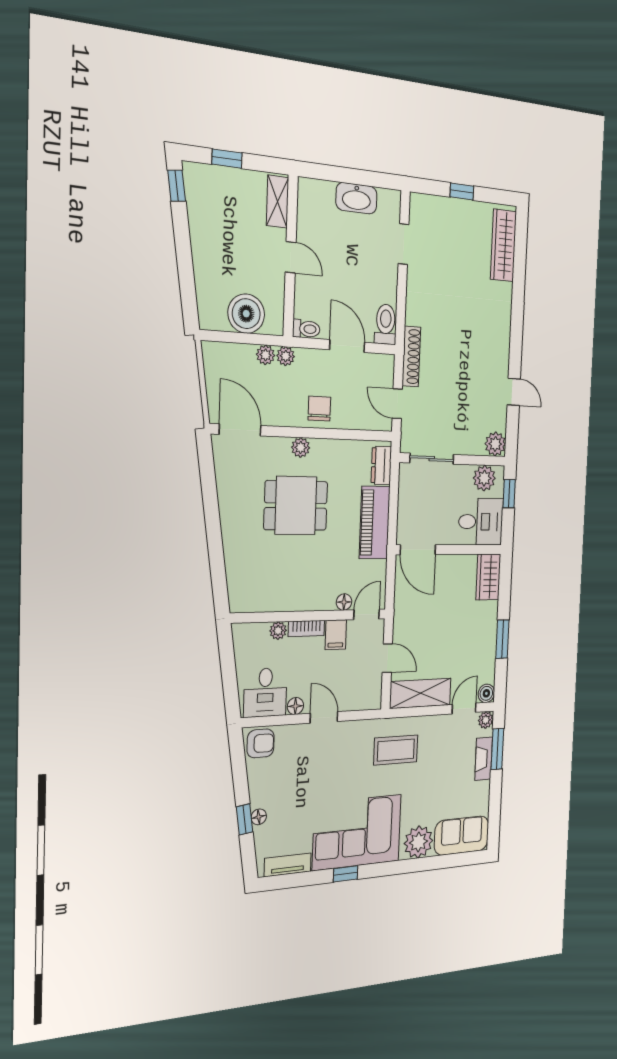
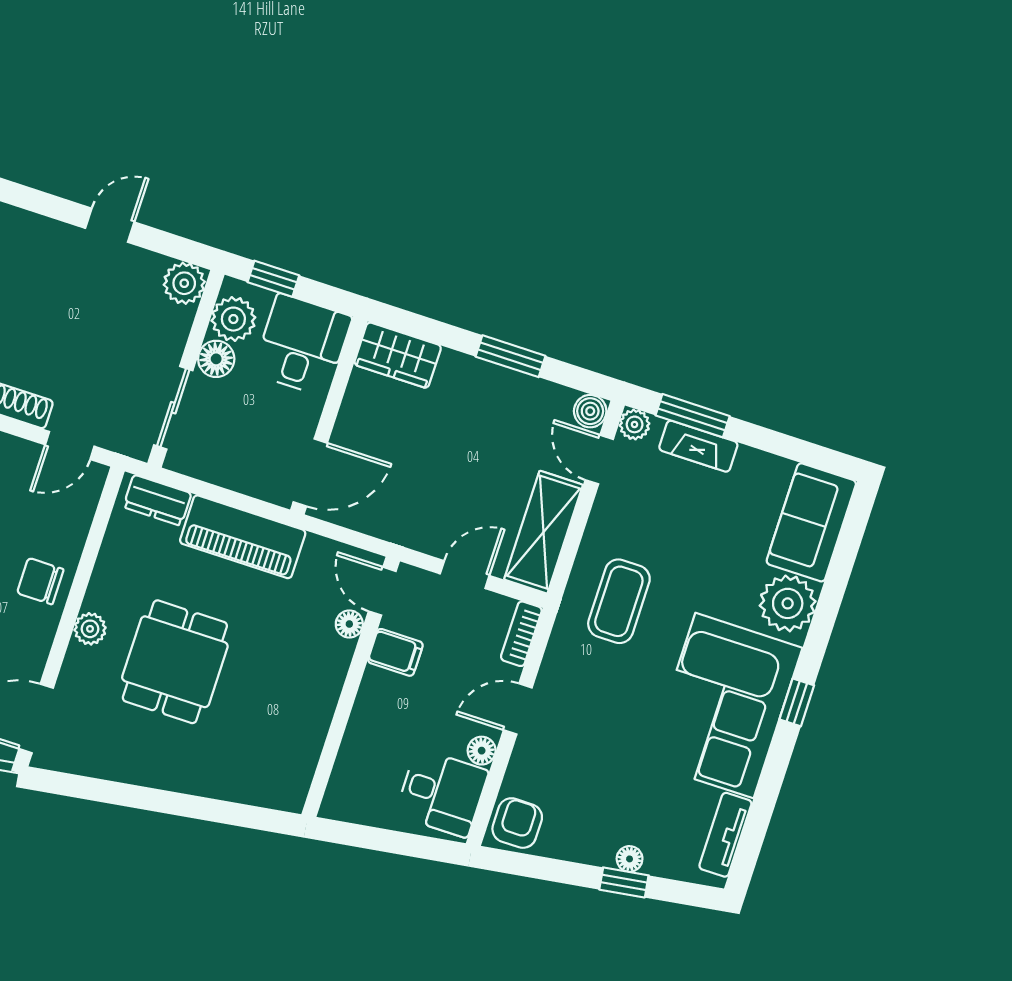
floor lamp: (462, 475) -> (216, 359), added
bookcase: (306, 628) -> (521, 634), moved, turned 180
plant: (278, 631) -> (355, 745), removed
window: (346, 874) -> (797, 702), moved

